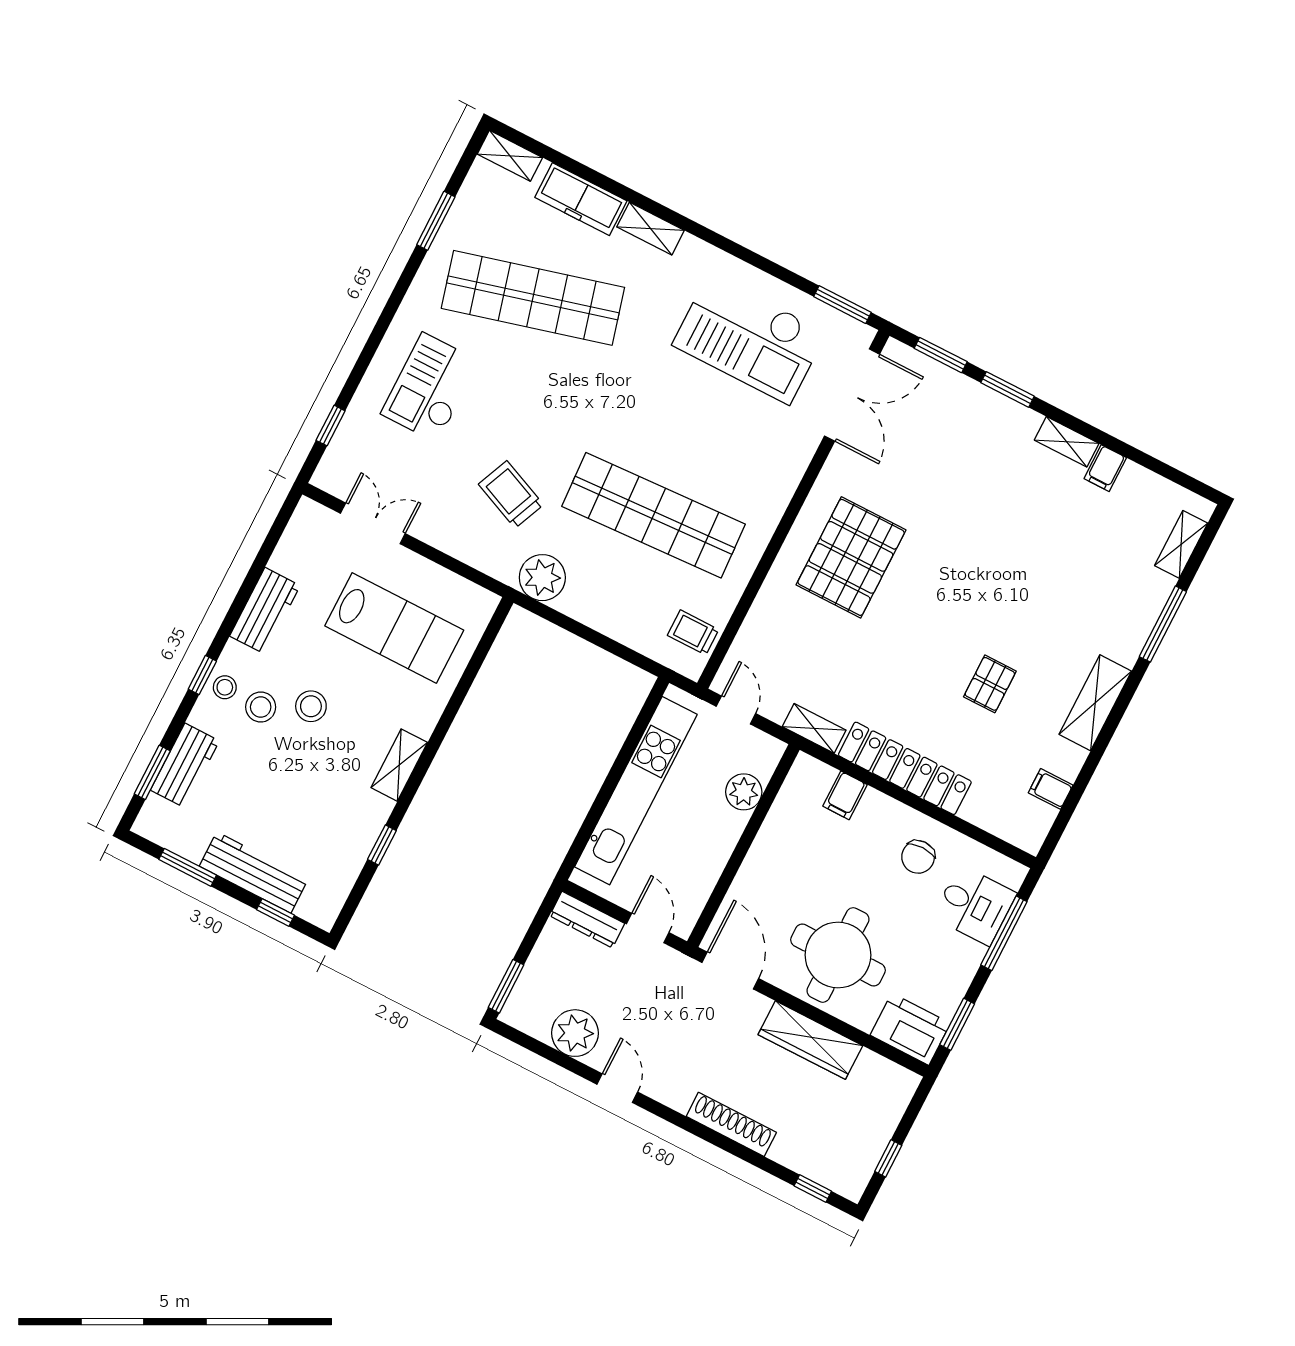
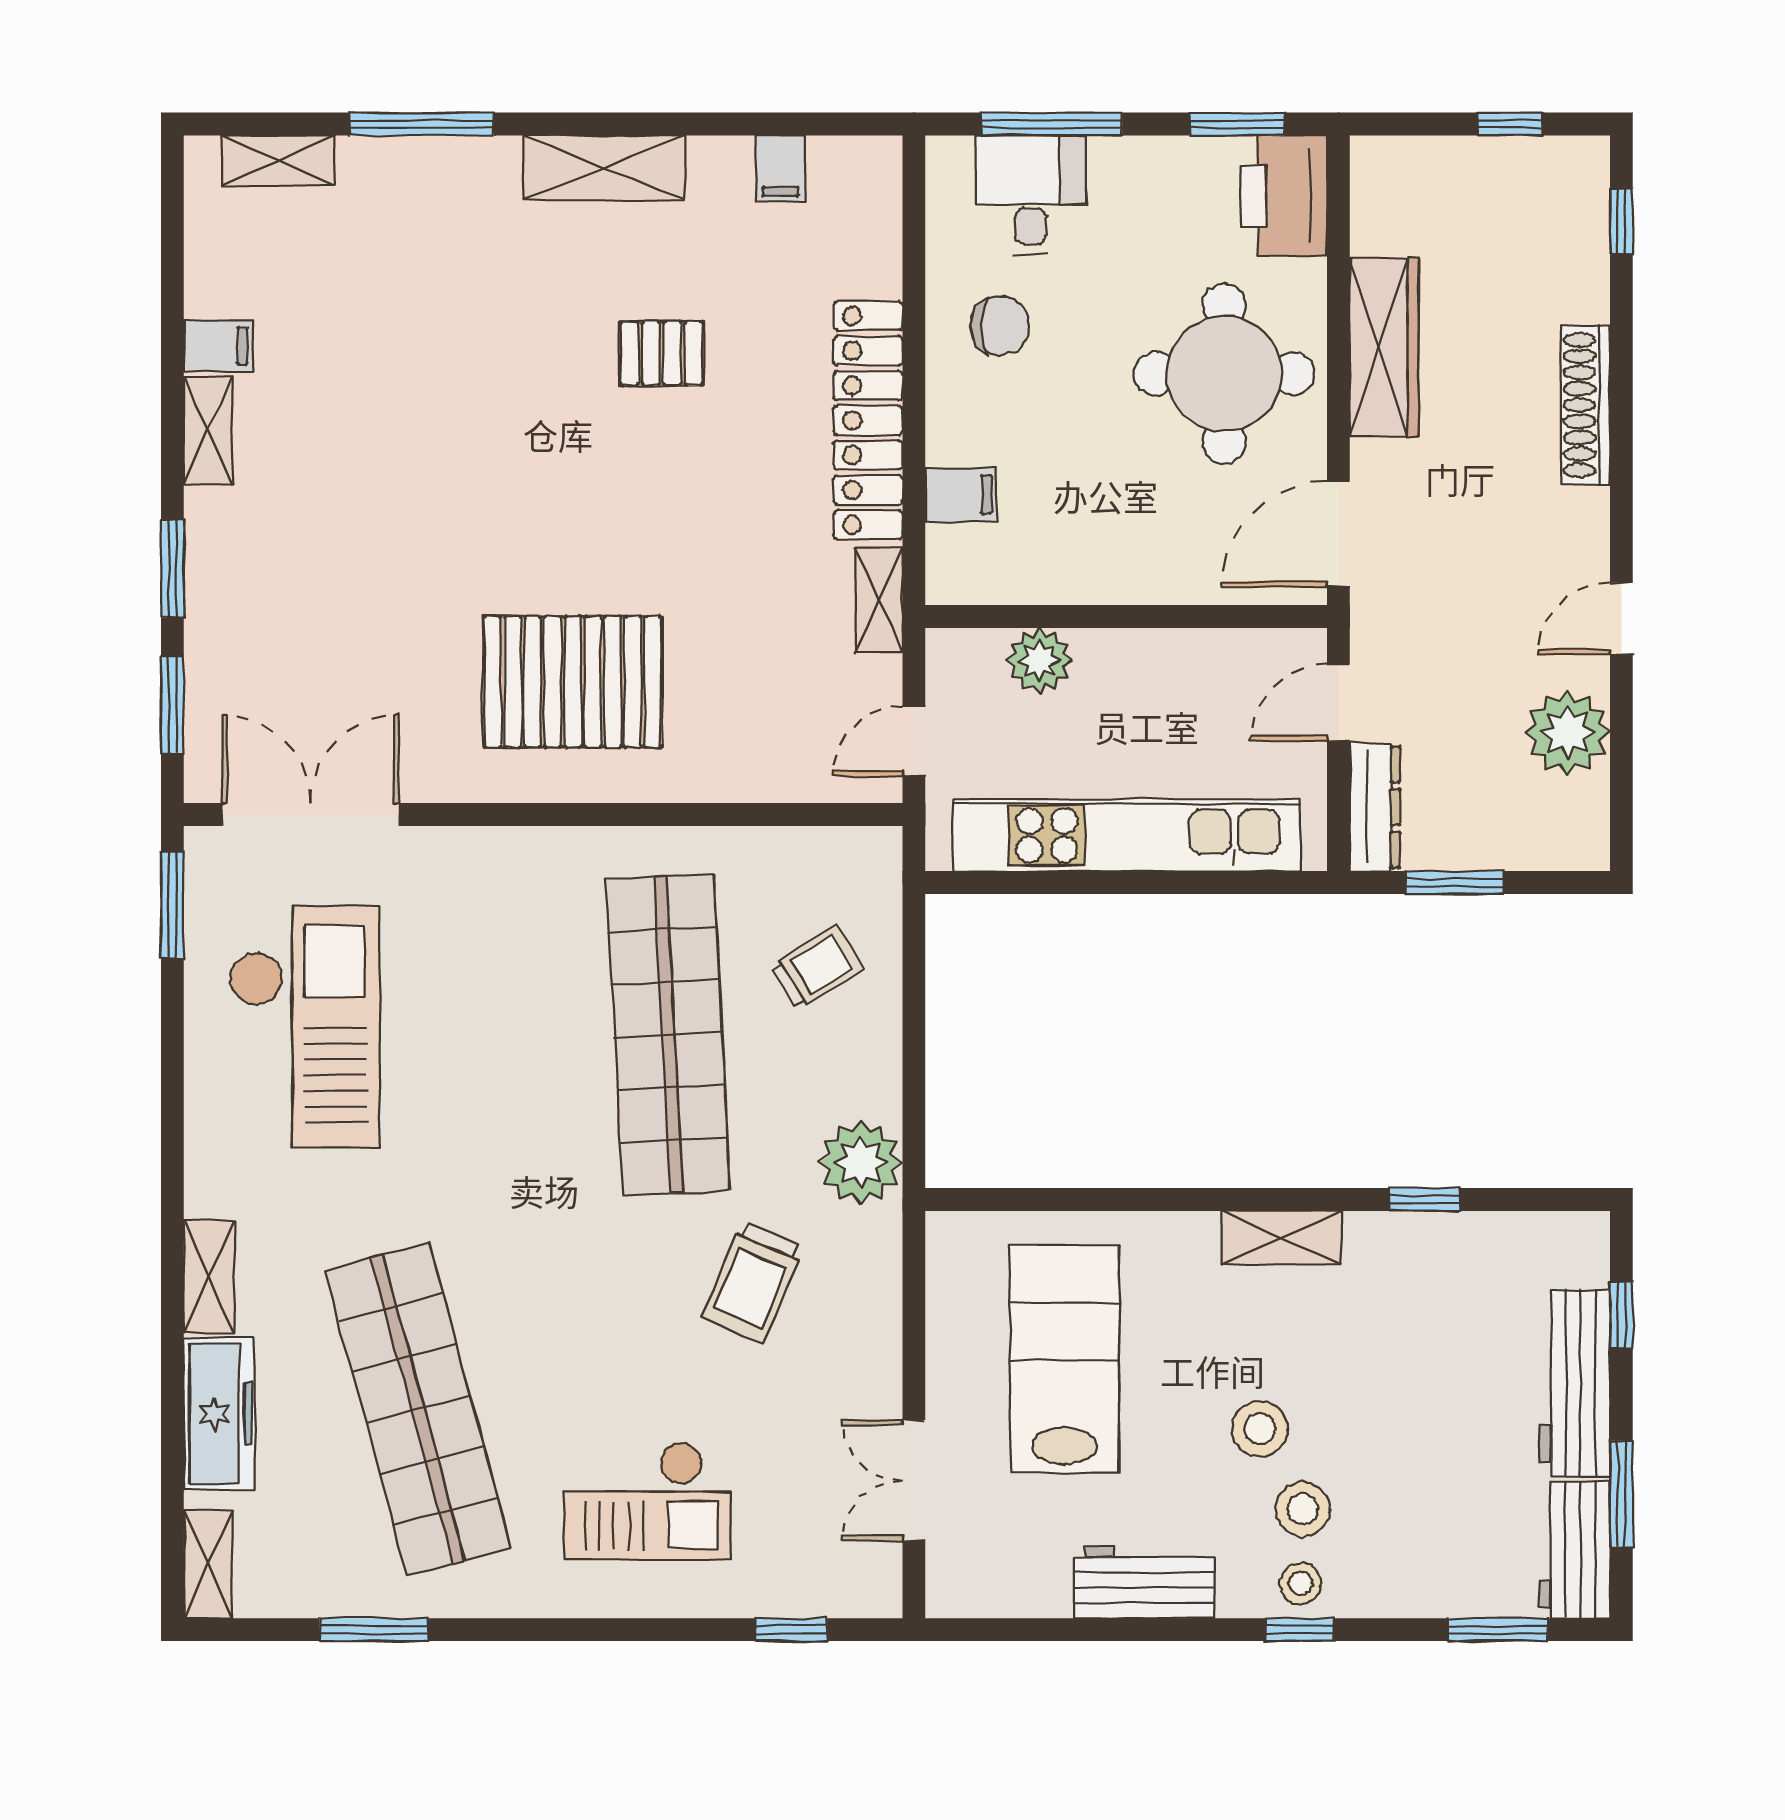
trolley: (693, 632) -> (817, 967), moved, turned -122
workbench: (185, 765) -> (1575, 1550), moved, turned -90
window: (506, 986) -> (1455, 882), moved

